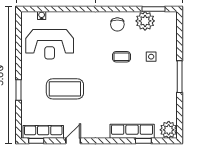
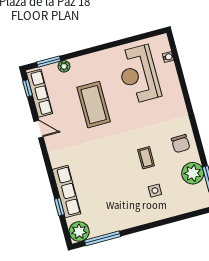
chair: (117, 24) -> (181, 144), turned -92
window: (180, 77) -> (103, 238), moved
window: (18, 90) -> (49, 62), moved
plant: (26, 105) -> (64, 66), added

